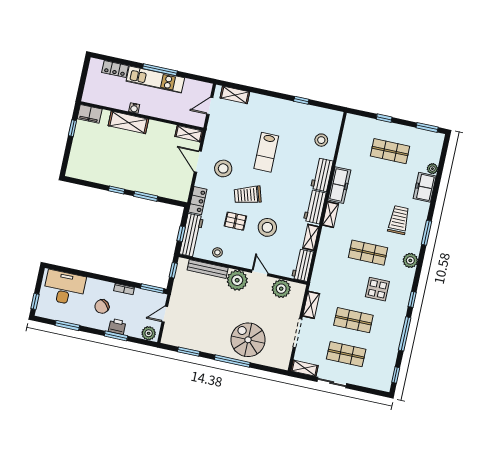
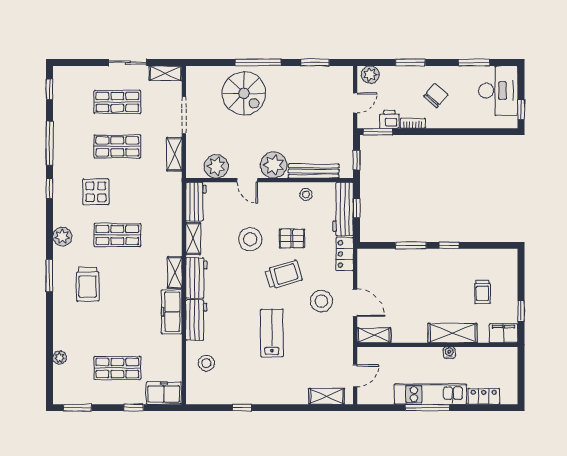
trolley: (99, 149) -> (483, 292), added
freezer: (425, 187) -> (164, 393), moved, turned -90
desk: (64, 288) -> (498, 91), moved, turned -90
window: (35, 301) -> (521, 109), moved
printer: (117, 326) -> (389, 119), moved, turned 180

